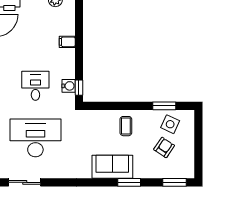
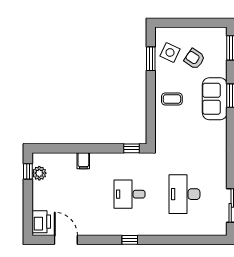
water cooler: (69, 86) -> (130, 159), removed
desk: (35, 138) -> (184, 194), width x0.73, depth x0.77
sofa: (112, 167) -> (215, 99), moved

